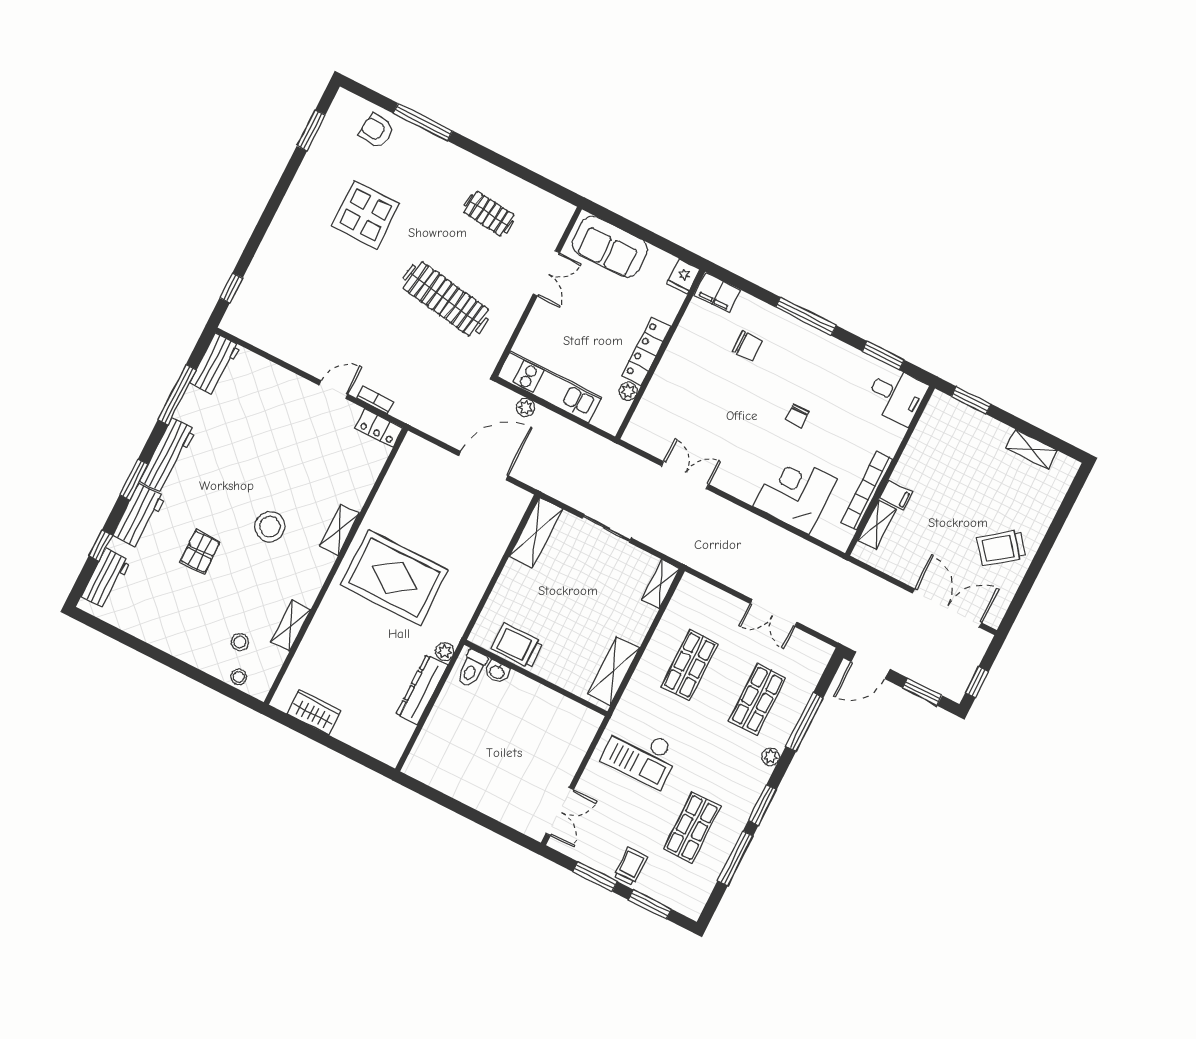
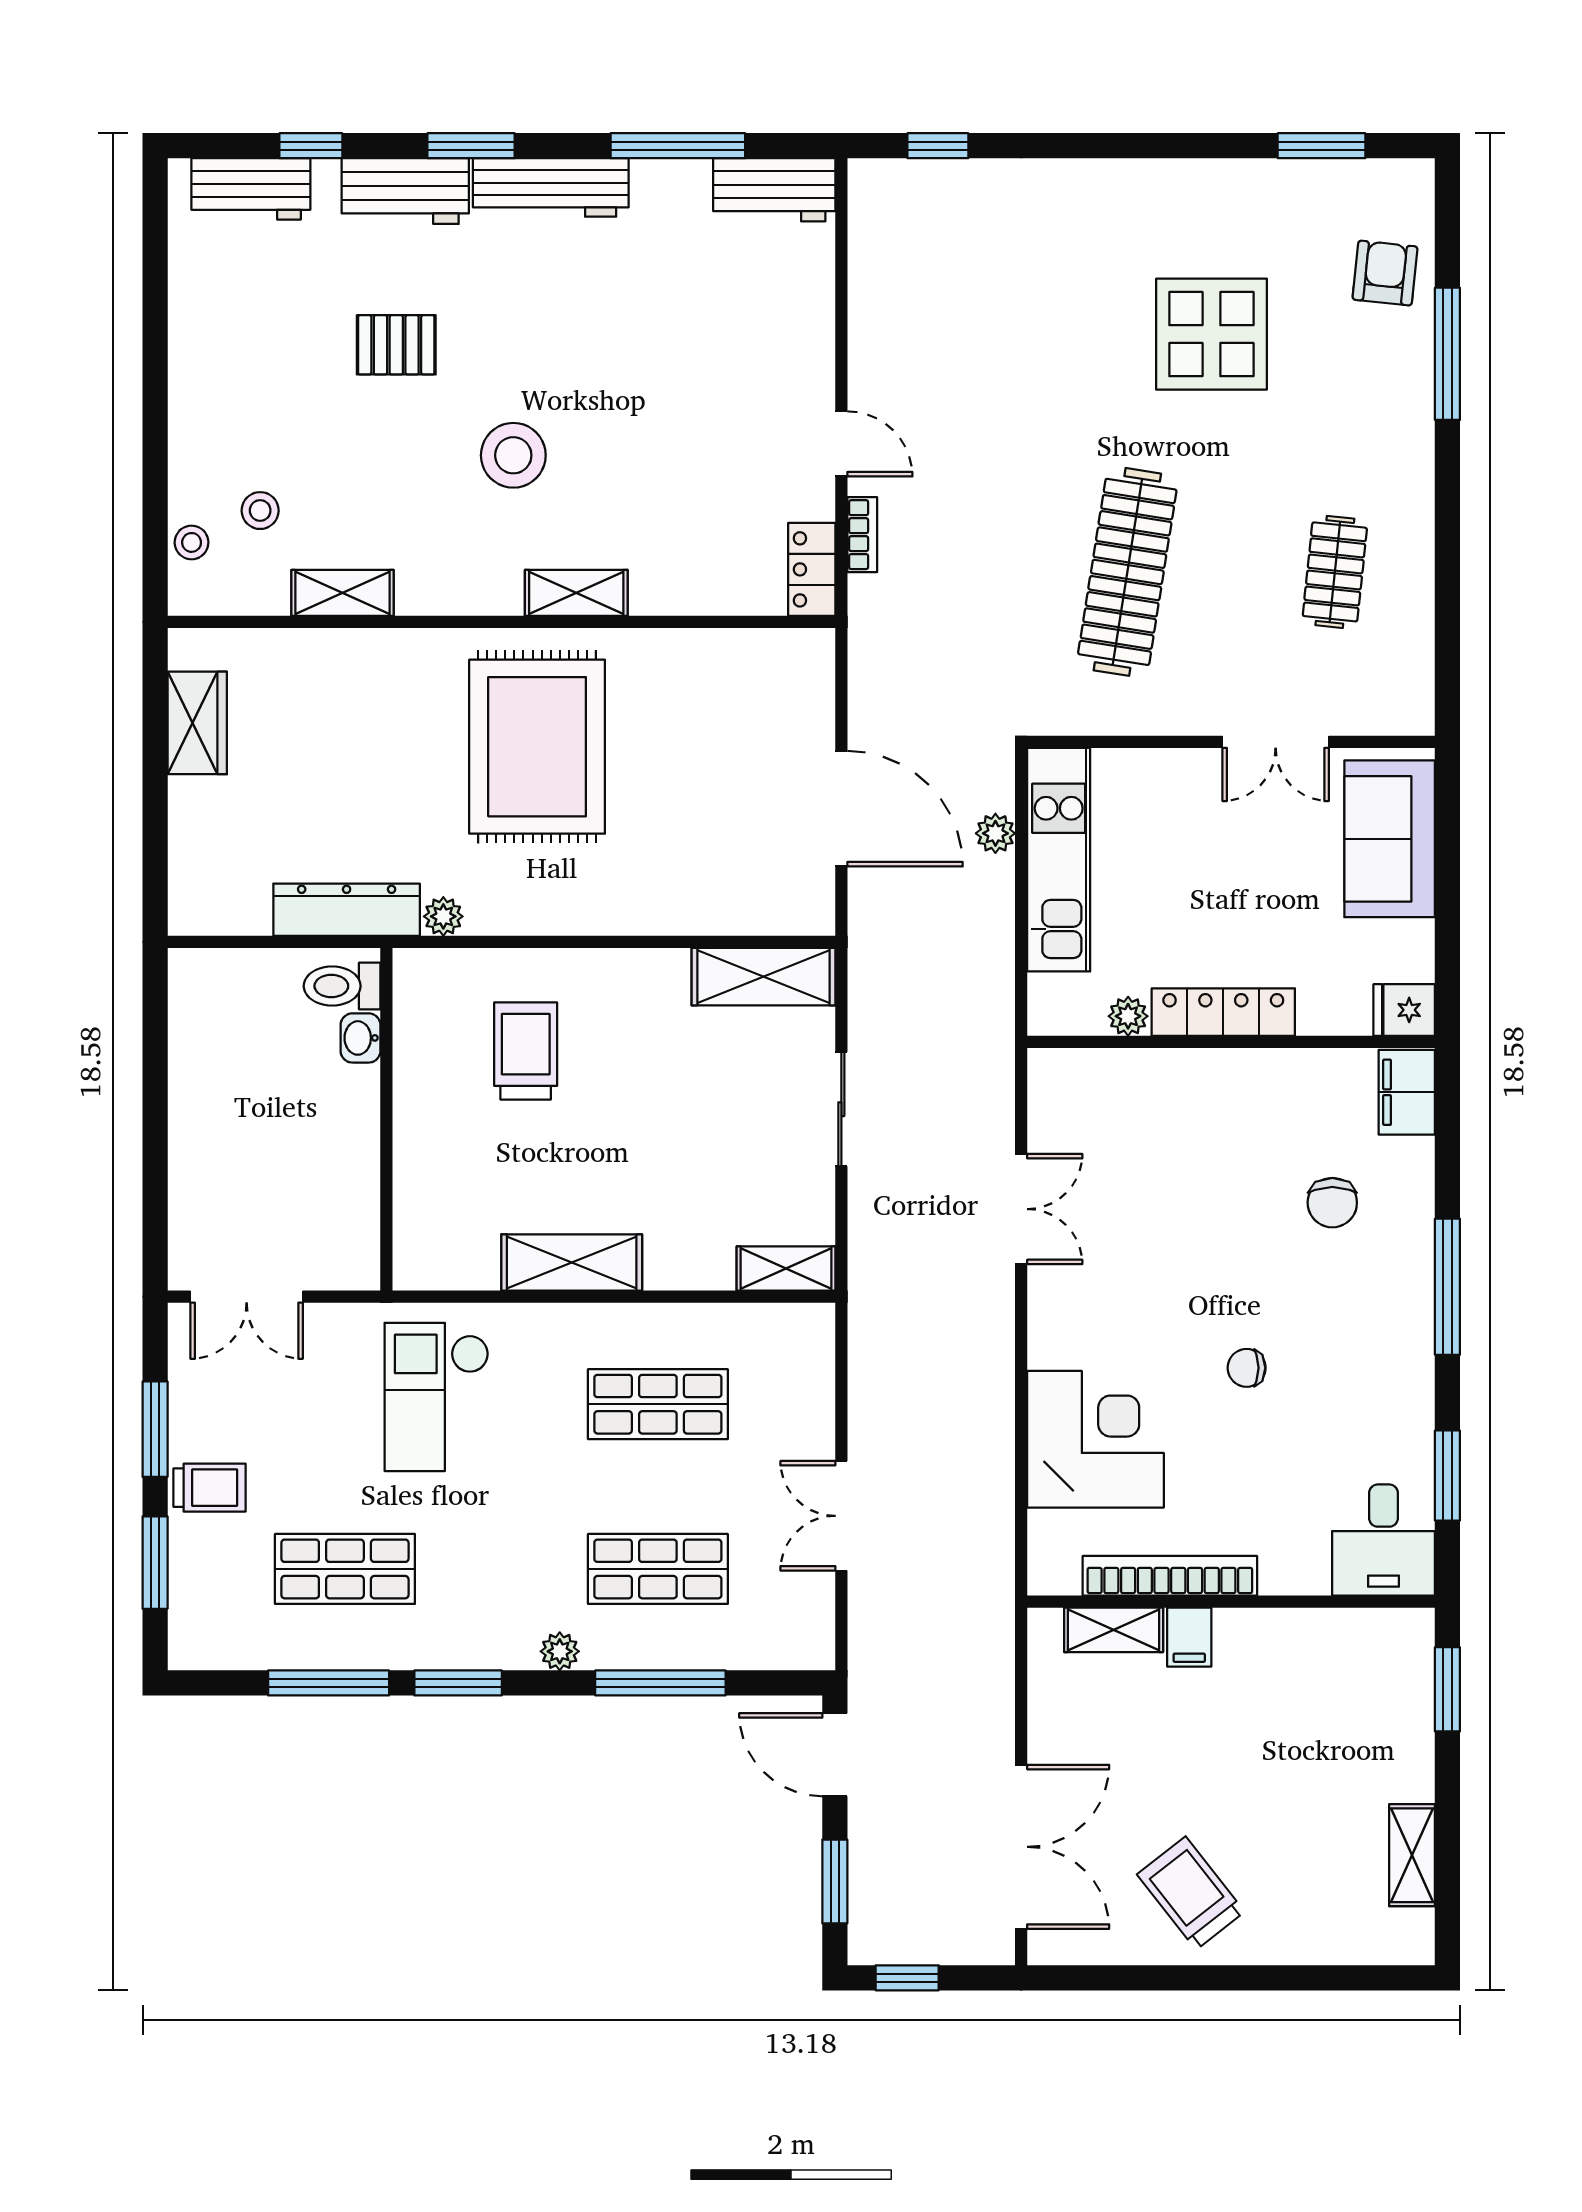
toilet: (472, 669) -> (342, 986), moved
washbasin: (497, 672) -> (361, 1038), moved
wall: (536, 678) -> (386, 1119), moved

